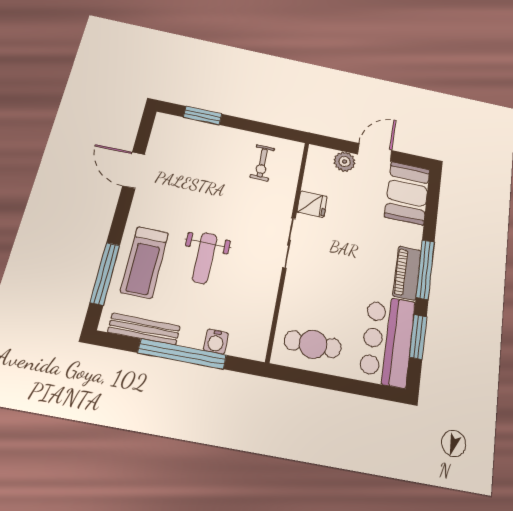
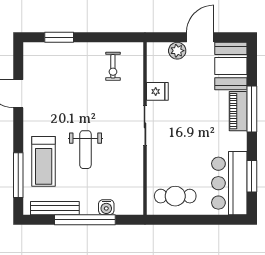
window: (425, 269) -> (252, 109), moved
piano: (407, 273) -> (238, 111), moved

